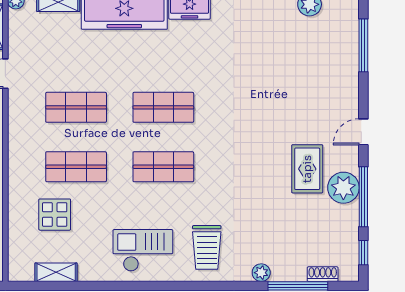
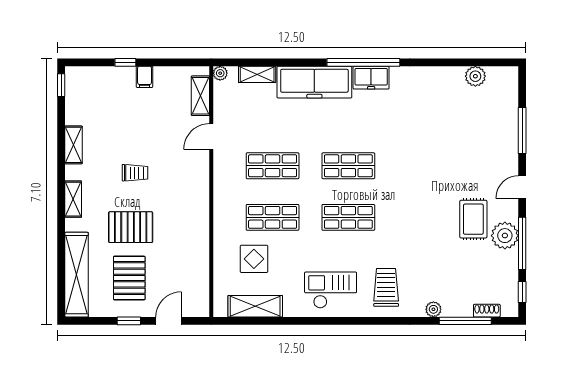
window: (363, 45) -> (522, 131), moved
trolley: (207, 247) -> (386, 287), turned 180
shelving: (56, 272) -> (255, 306), width x1.50, depth x1.33

